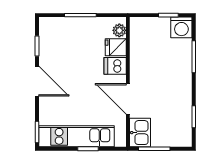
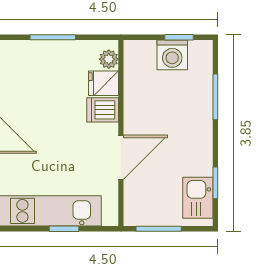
washing machine: (181, 27) -> (172, 55), moved
door: (128, 99) -> (121, 157), swing flipped
kitchen sink: (140, 133) -> (198, 198), moved, turned 180

